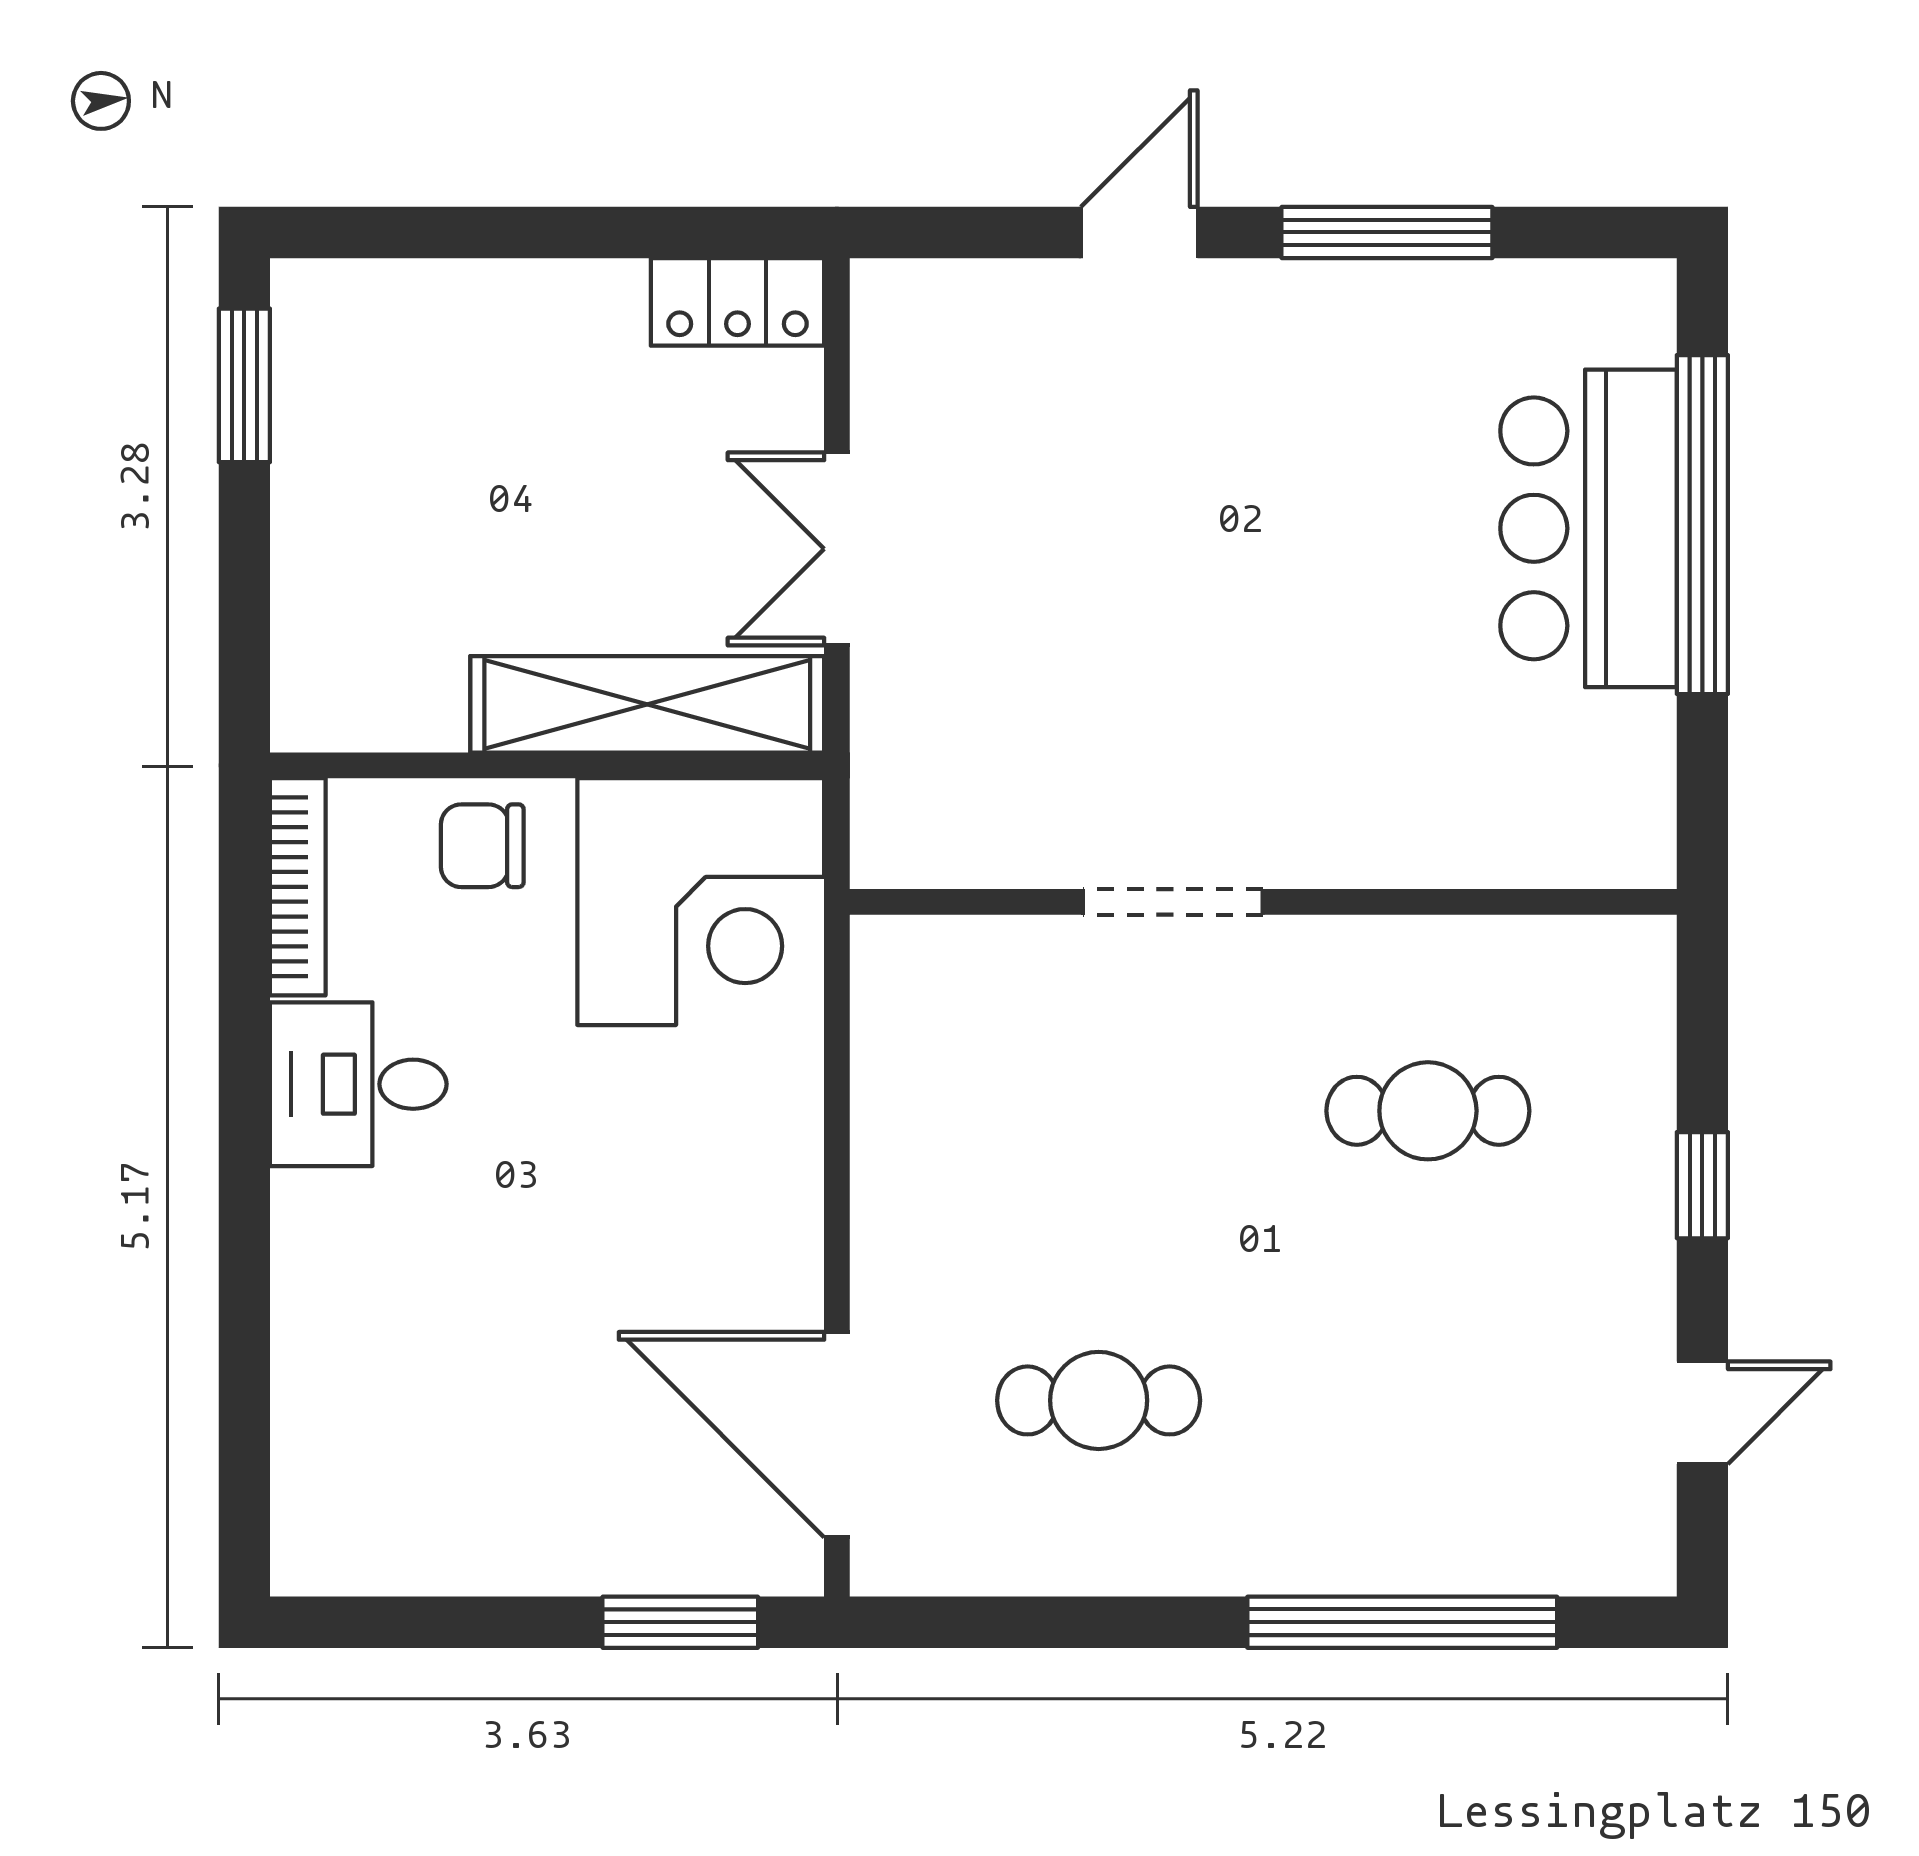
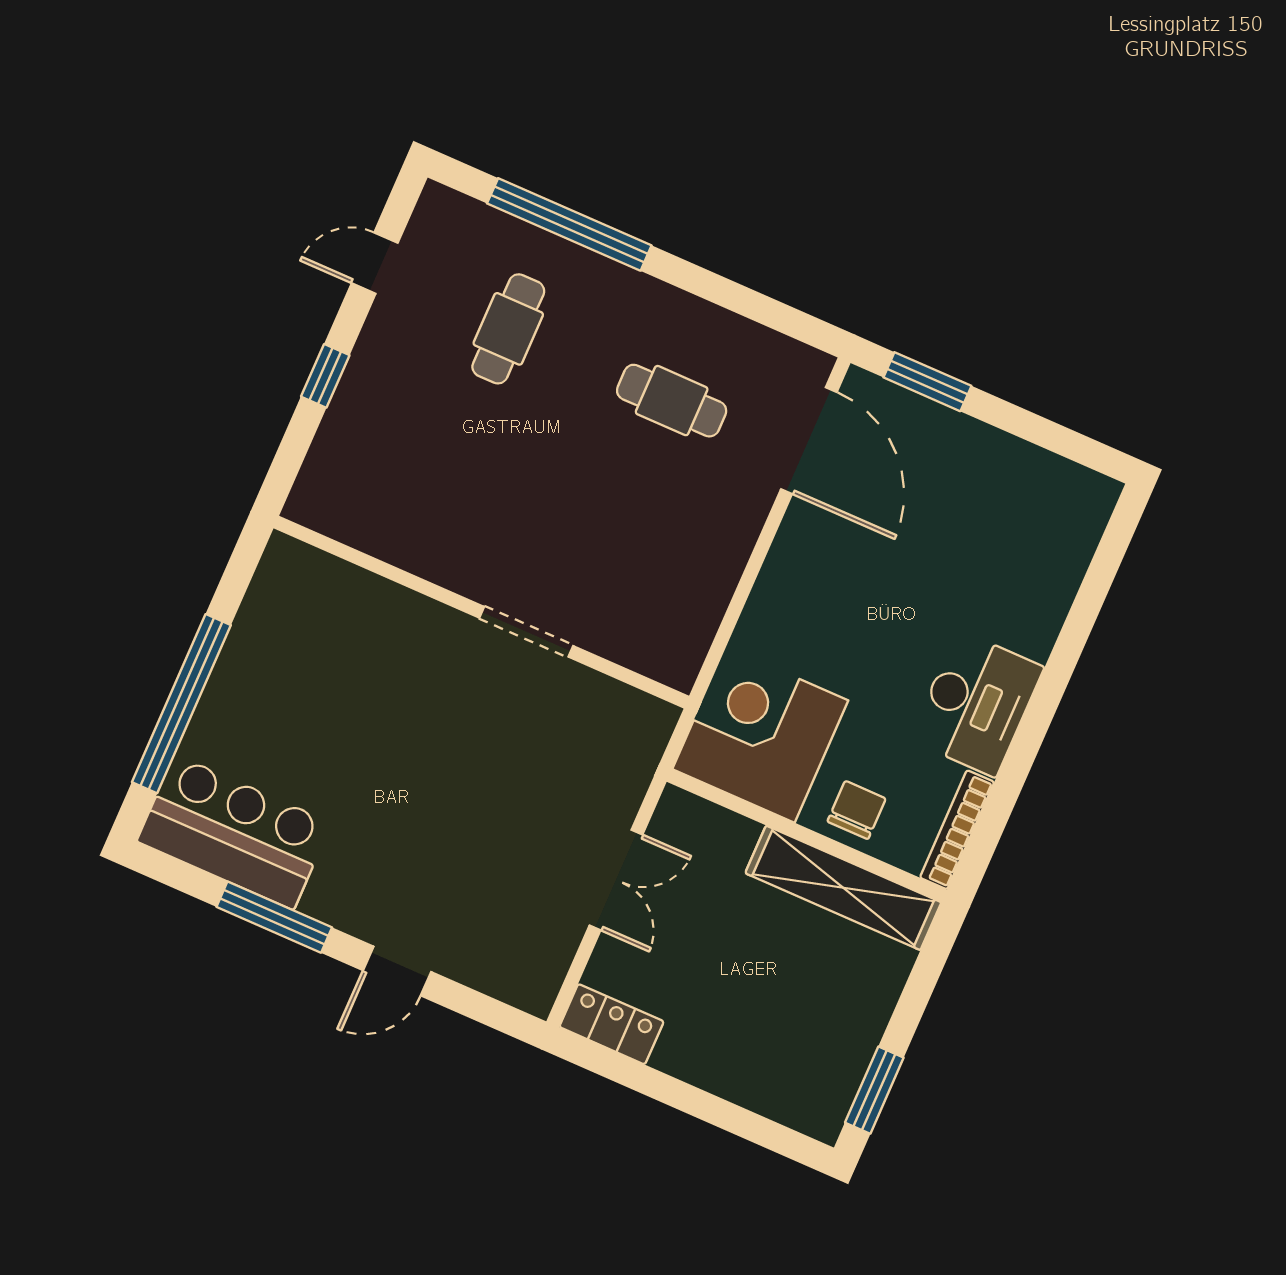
bar counter: (1589, 528) -> (234, 832), moved, turned -90
shelving: (647, 704) -> (843, 888), moved
chair: (482, 846) -> (857, 810), turned -90
desk: (358, 1084) -> (977, 704), width x1.37
cafe table: (1428, 1111) -> (508, 329), moved, turned 90

